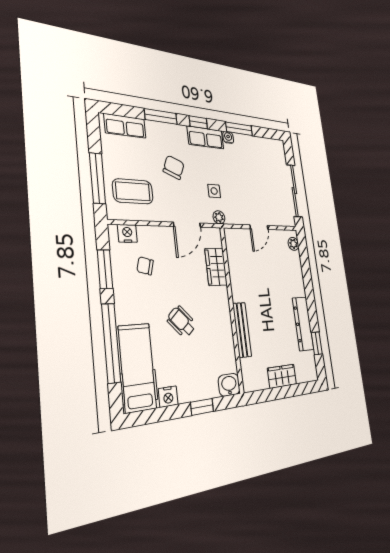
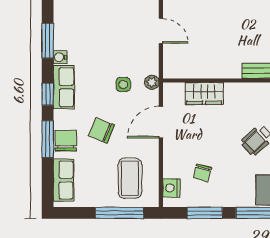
chair: (161, 133) -> (66, 141), added
door: (187, 225) -> (161, 122), swing flipped

